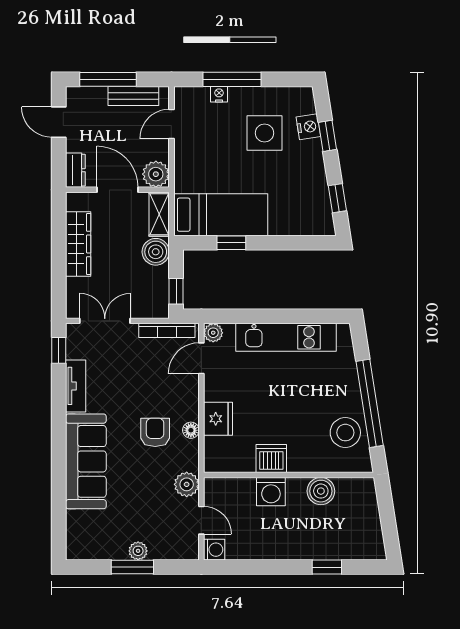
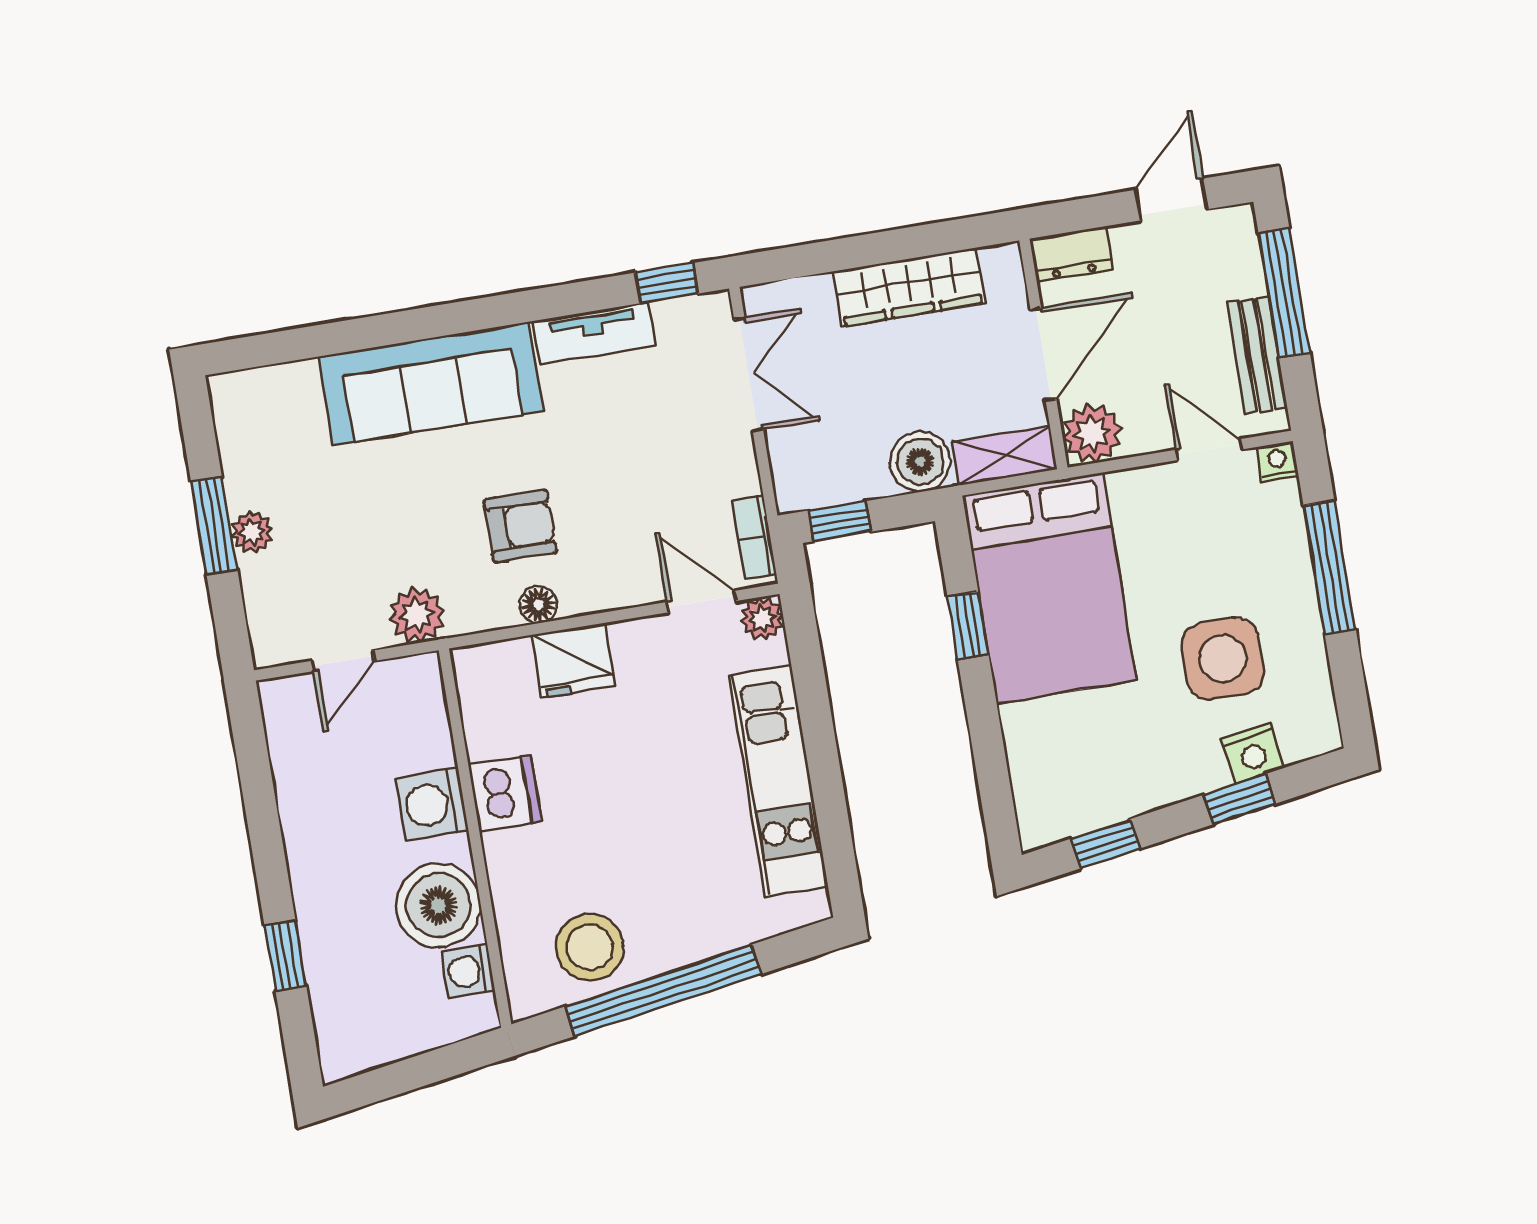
nightstand: (219, 94) -> (1277, 461), moved, turned -90
bed: (221, 215) -> (1050, 588), width x1.50
bookcase: (167, 330) -> (754, 537), width x0.64
boiler: (321, 491) -> (438, 905), width x1.37, depth x1.37
washing machine: (214, 550) -> (468, 971), moved, turned 90

